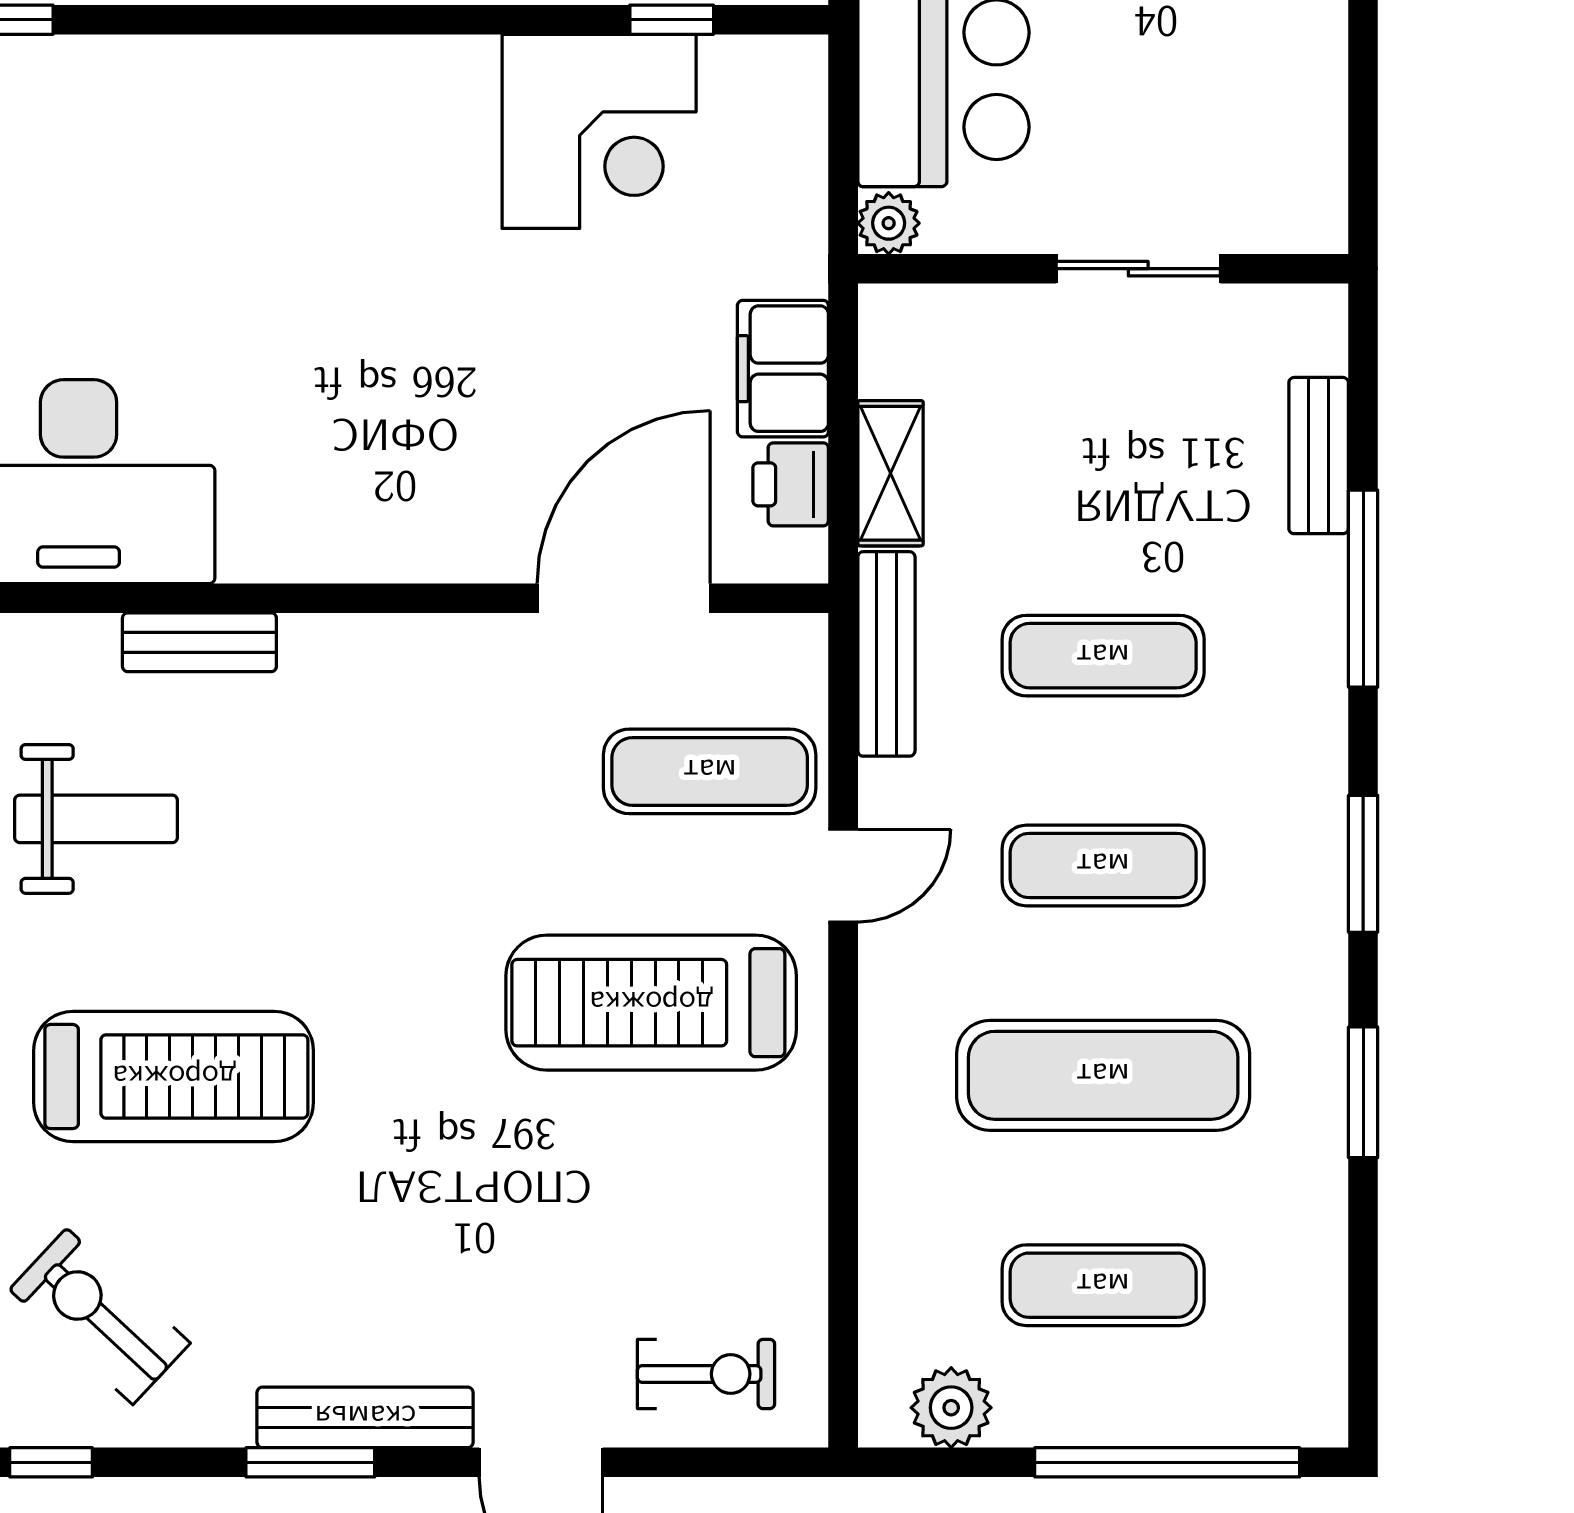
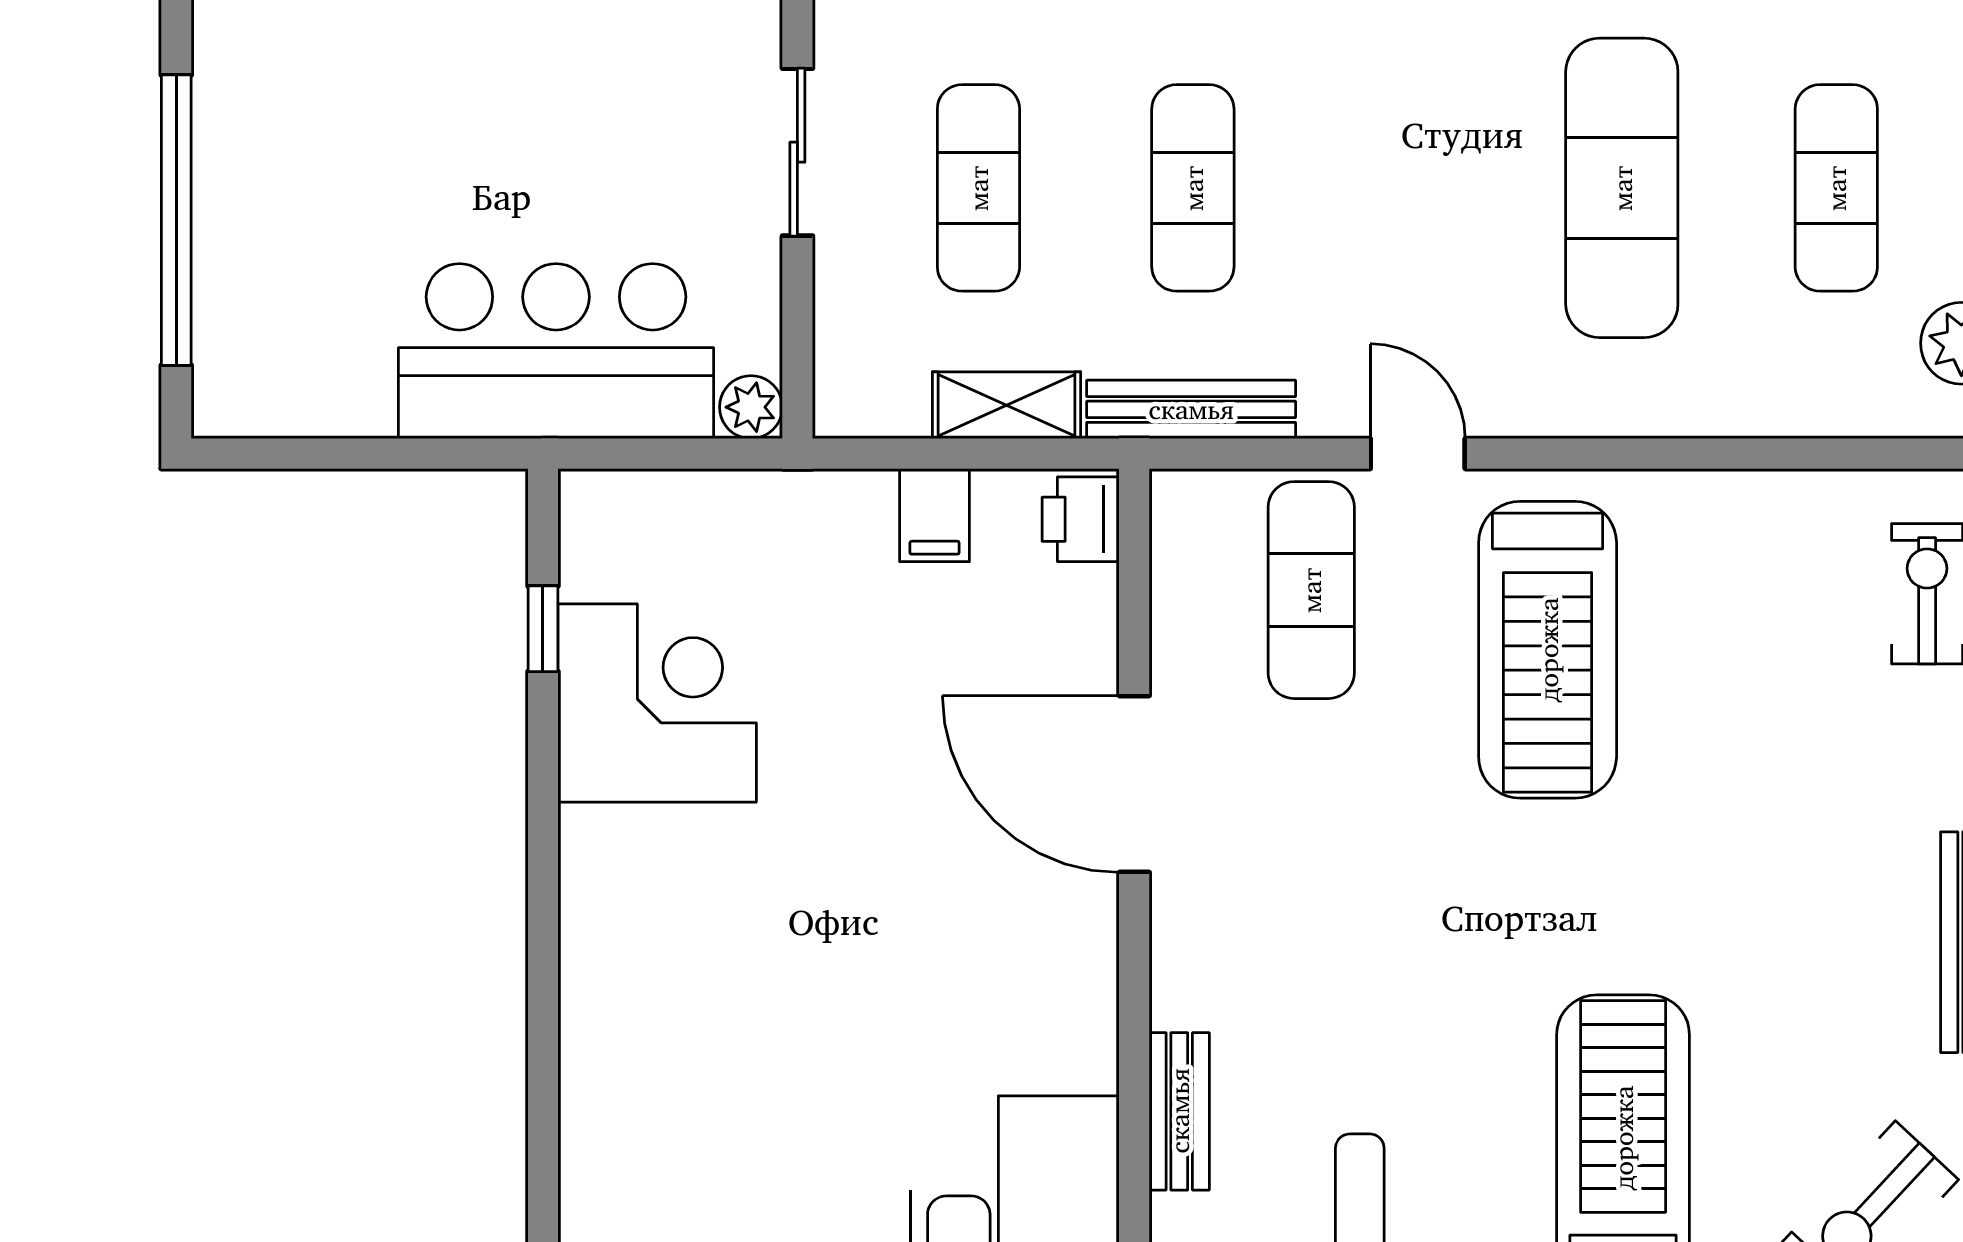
filing cabinet: (783, 369) -> (935, 515), width x0.50
printer: (791, 484) -> (1081, 519), moved, turned 90
door: (624, 598) -> (1134, 784), moved
exercise mat: (1103, 865) -> (978, 188), moved

